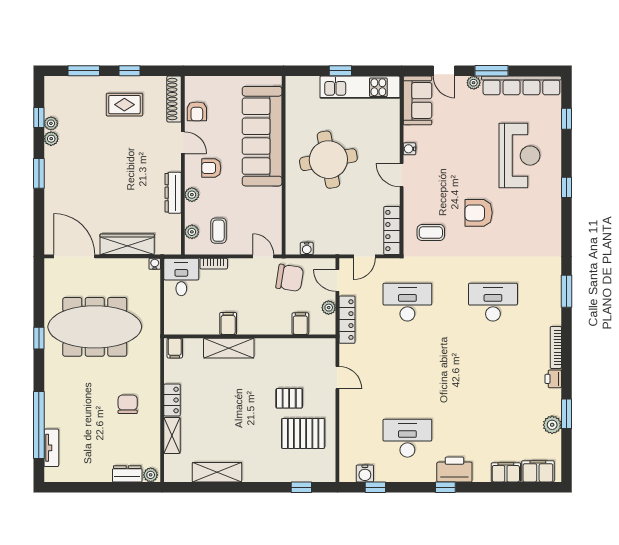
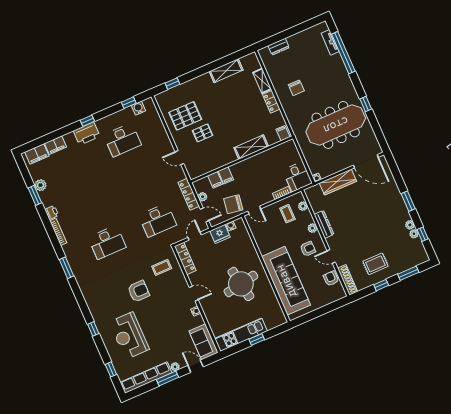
fridge: (327, 244) -> (220, 234), added
filing cabinet: (228, 323) -> (226, 175), moved
plant: (151, 475) -> (265, 52), removed

